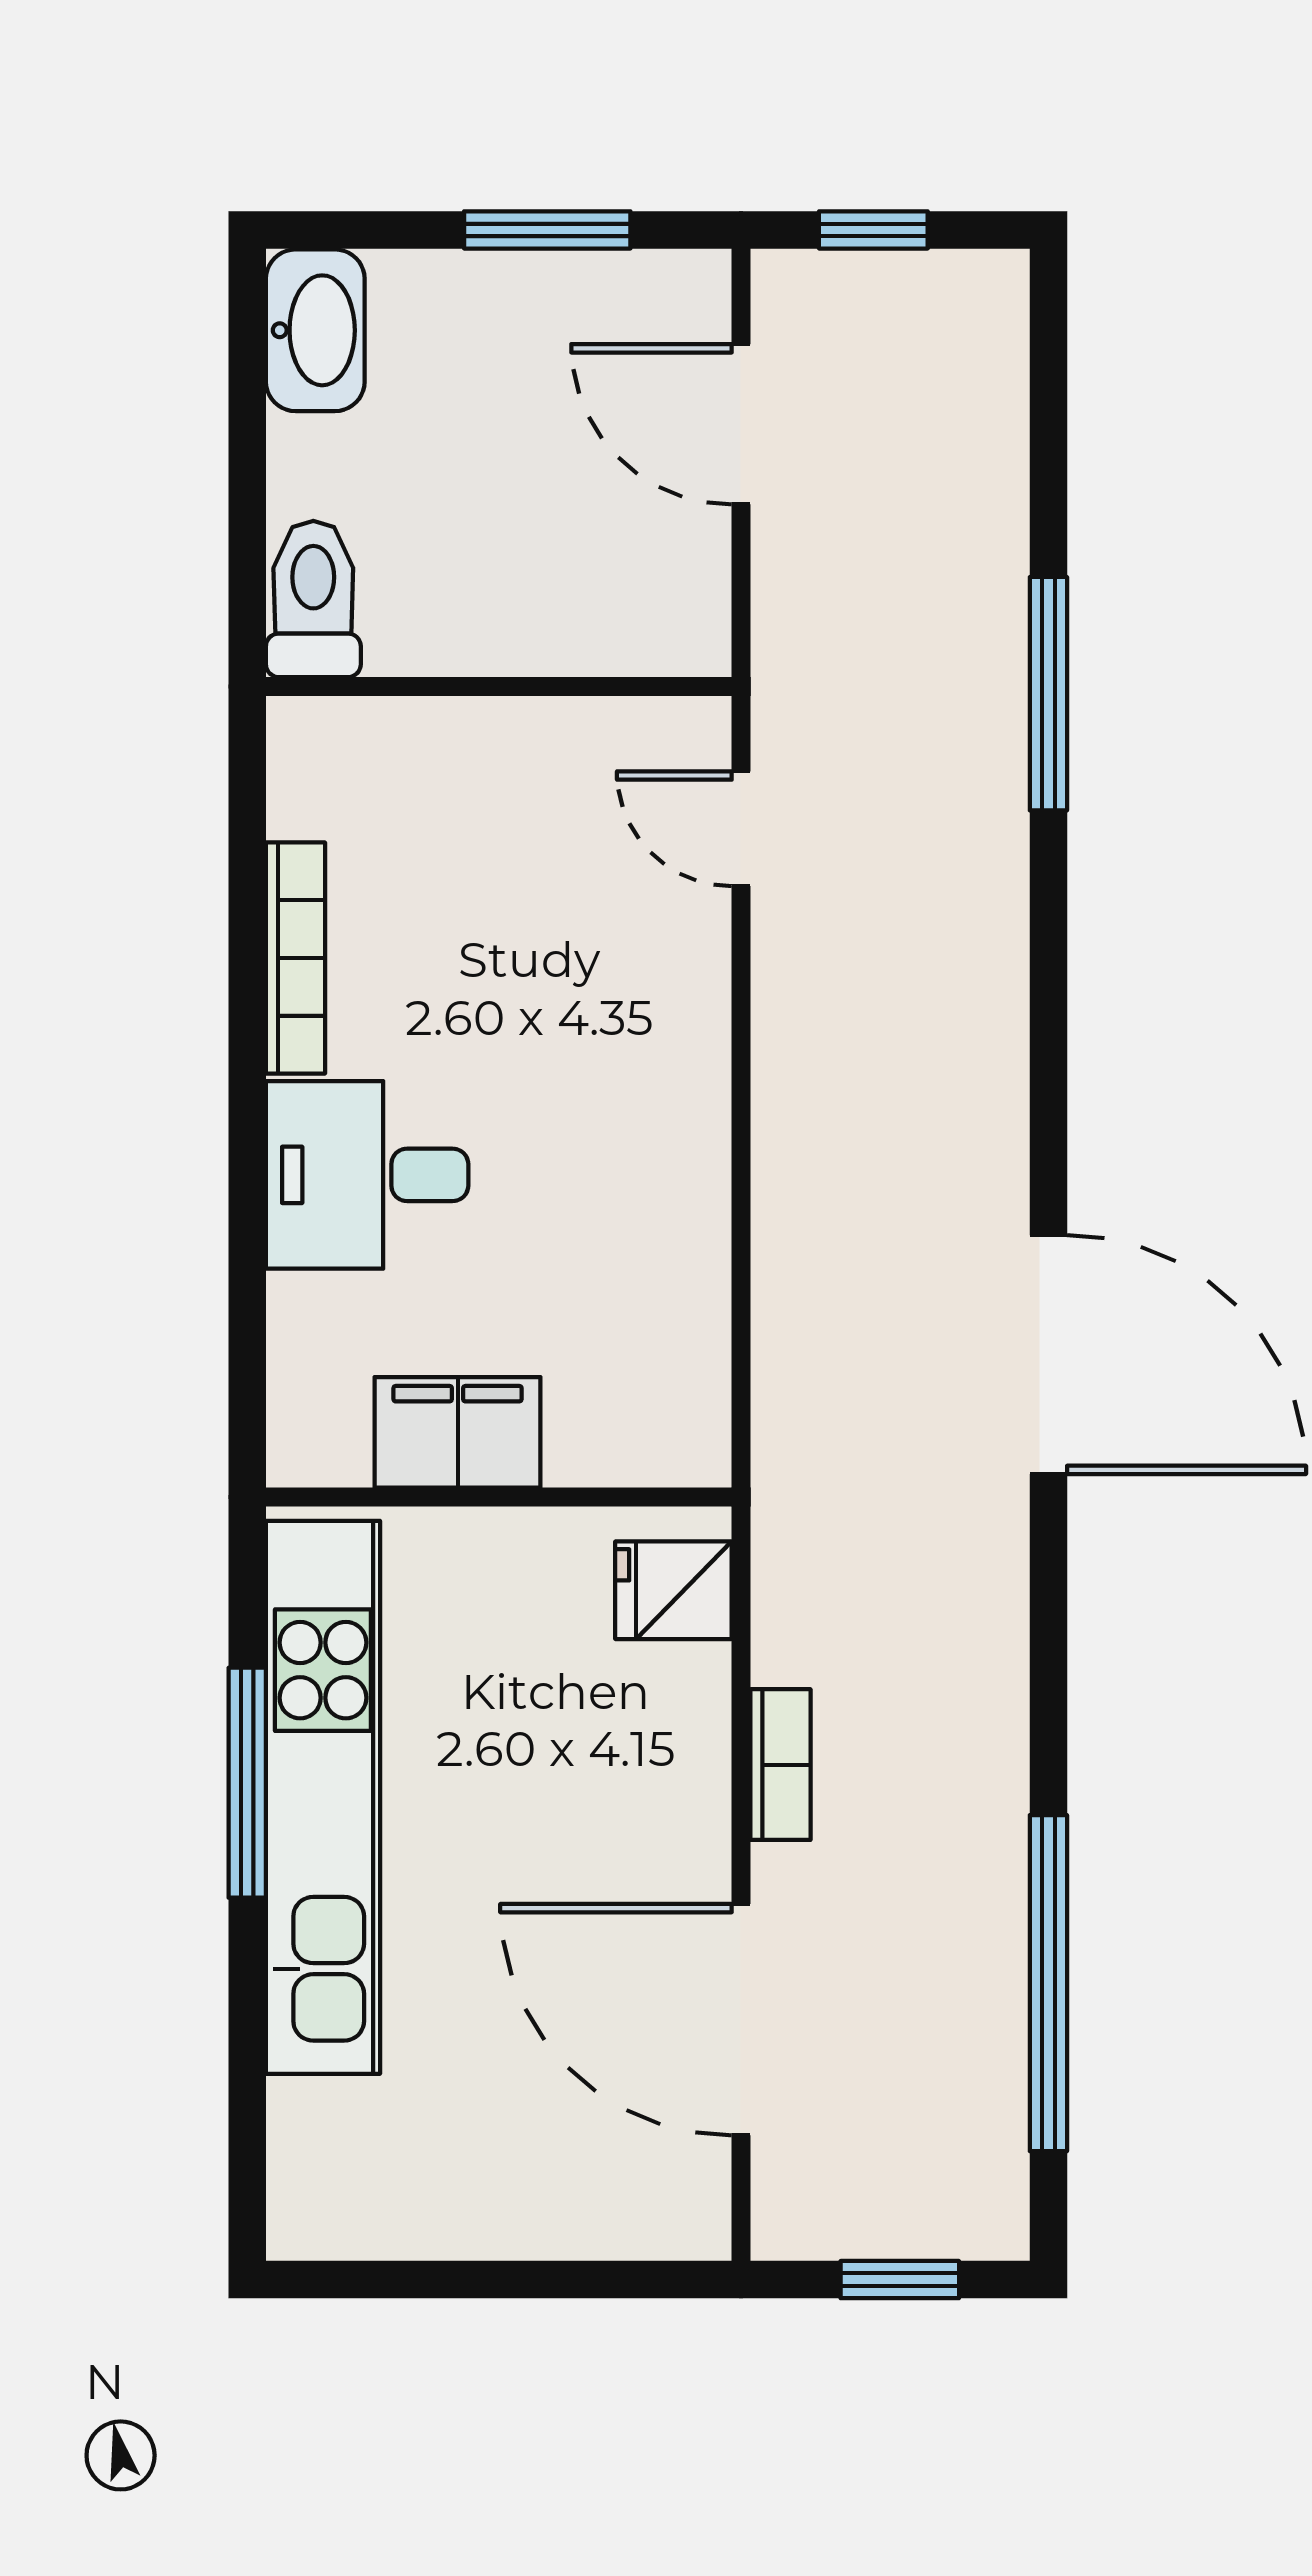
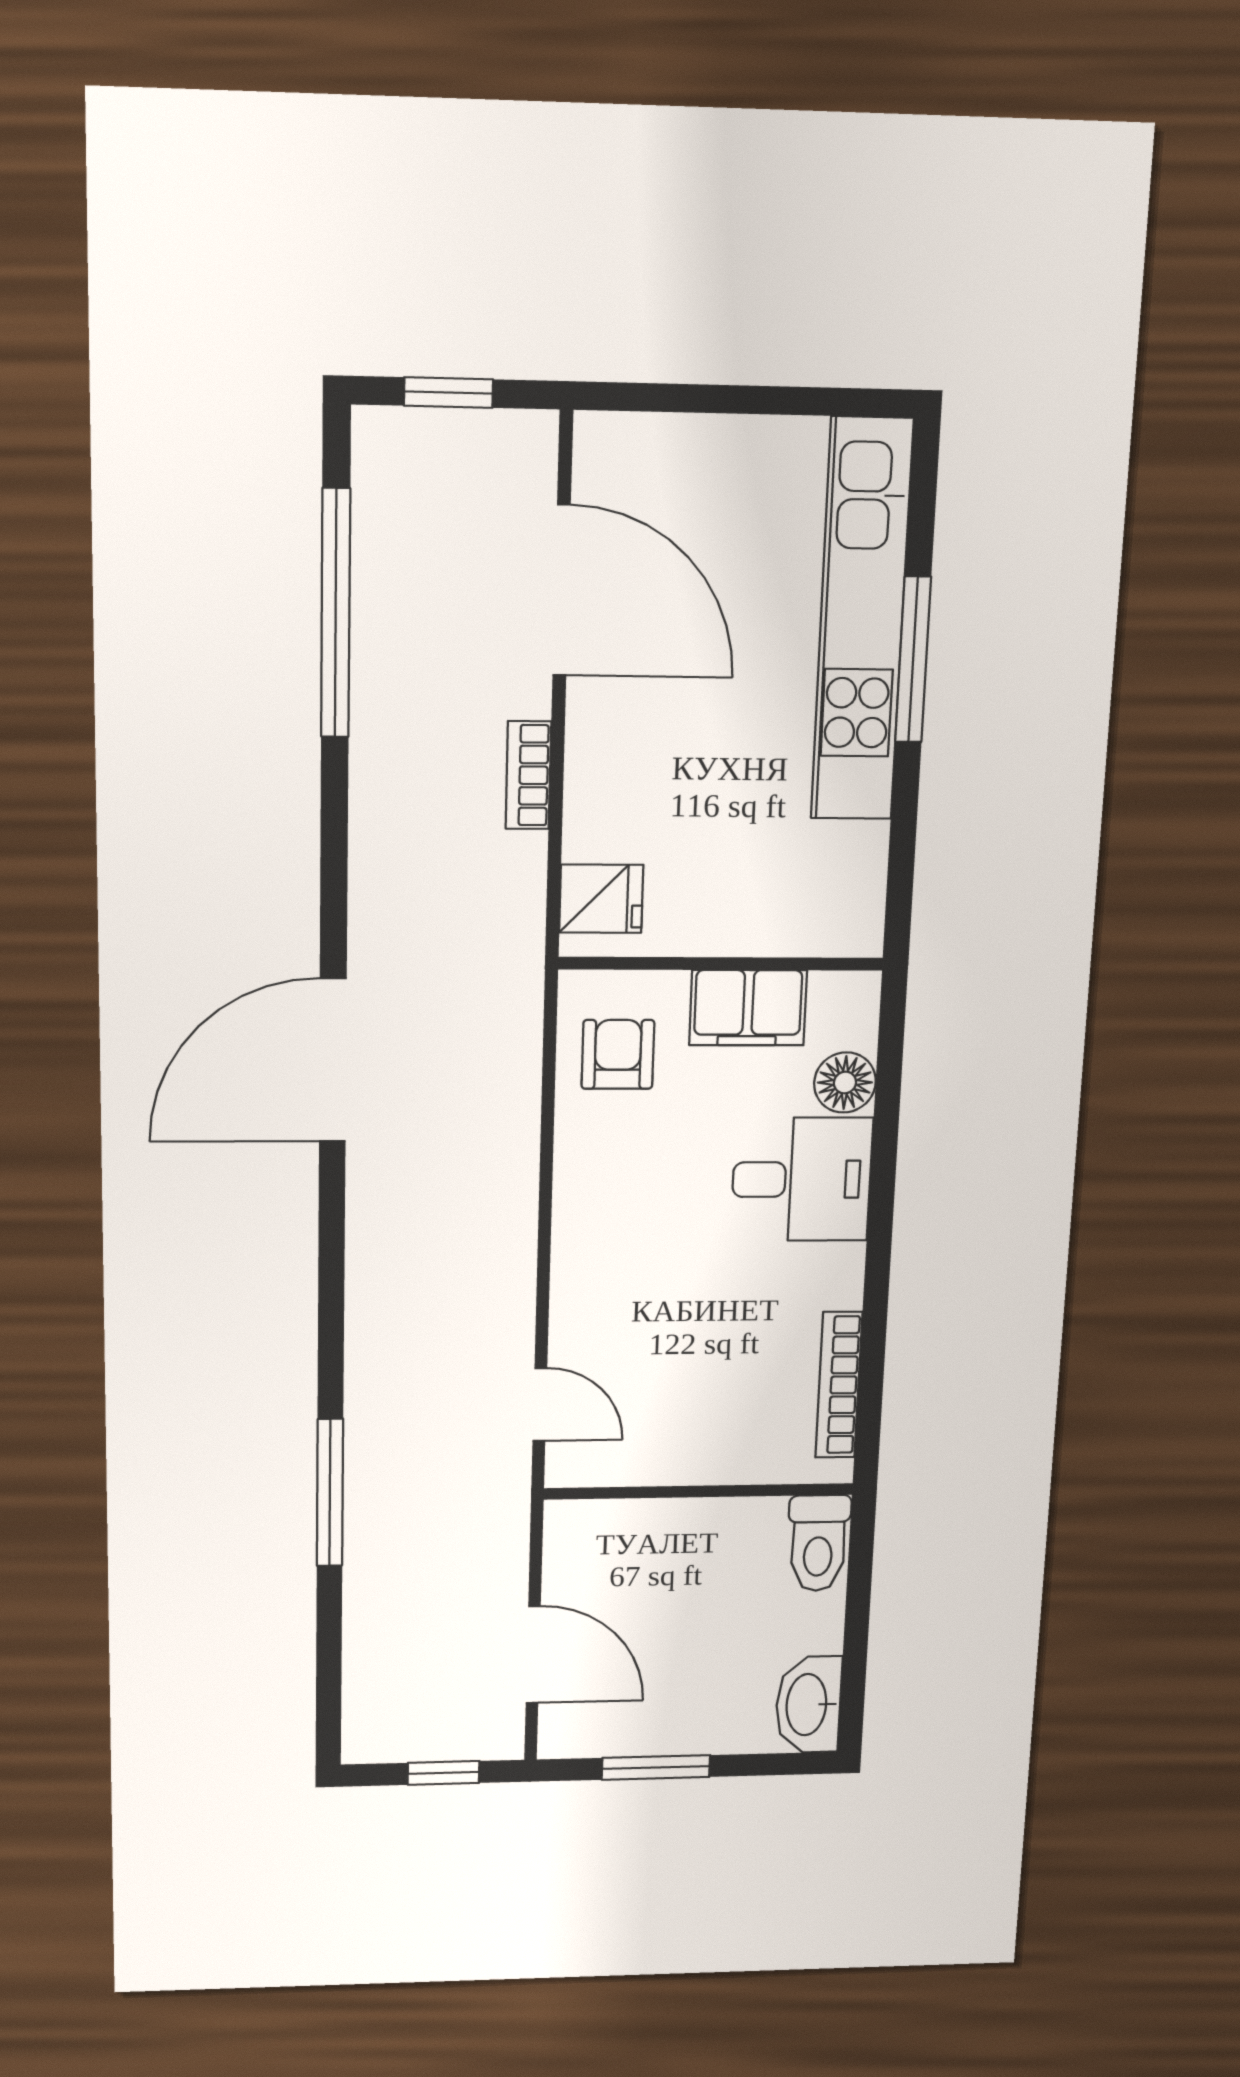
bookcase: (295, 958) -> (839, 1385), moved
floor lamp: (311, 1321) -> (845, 1082), added
door: (1048, 1355) -> (333, 1060), hinge flipped
armchair: (643, 1363) -> (618, 1054), added
window: (247, 1783) -> (913, 660), moved
kitchen unit: (323, 1797) -> (862, 621), moved

